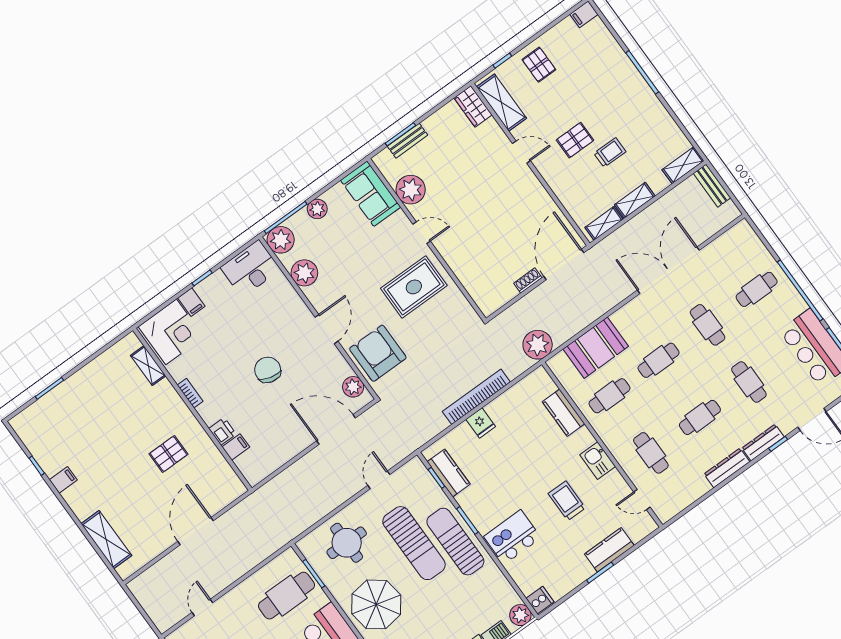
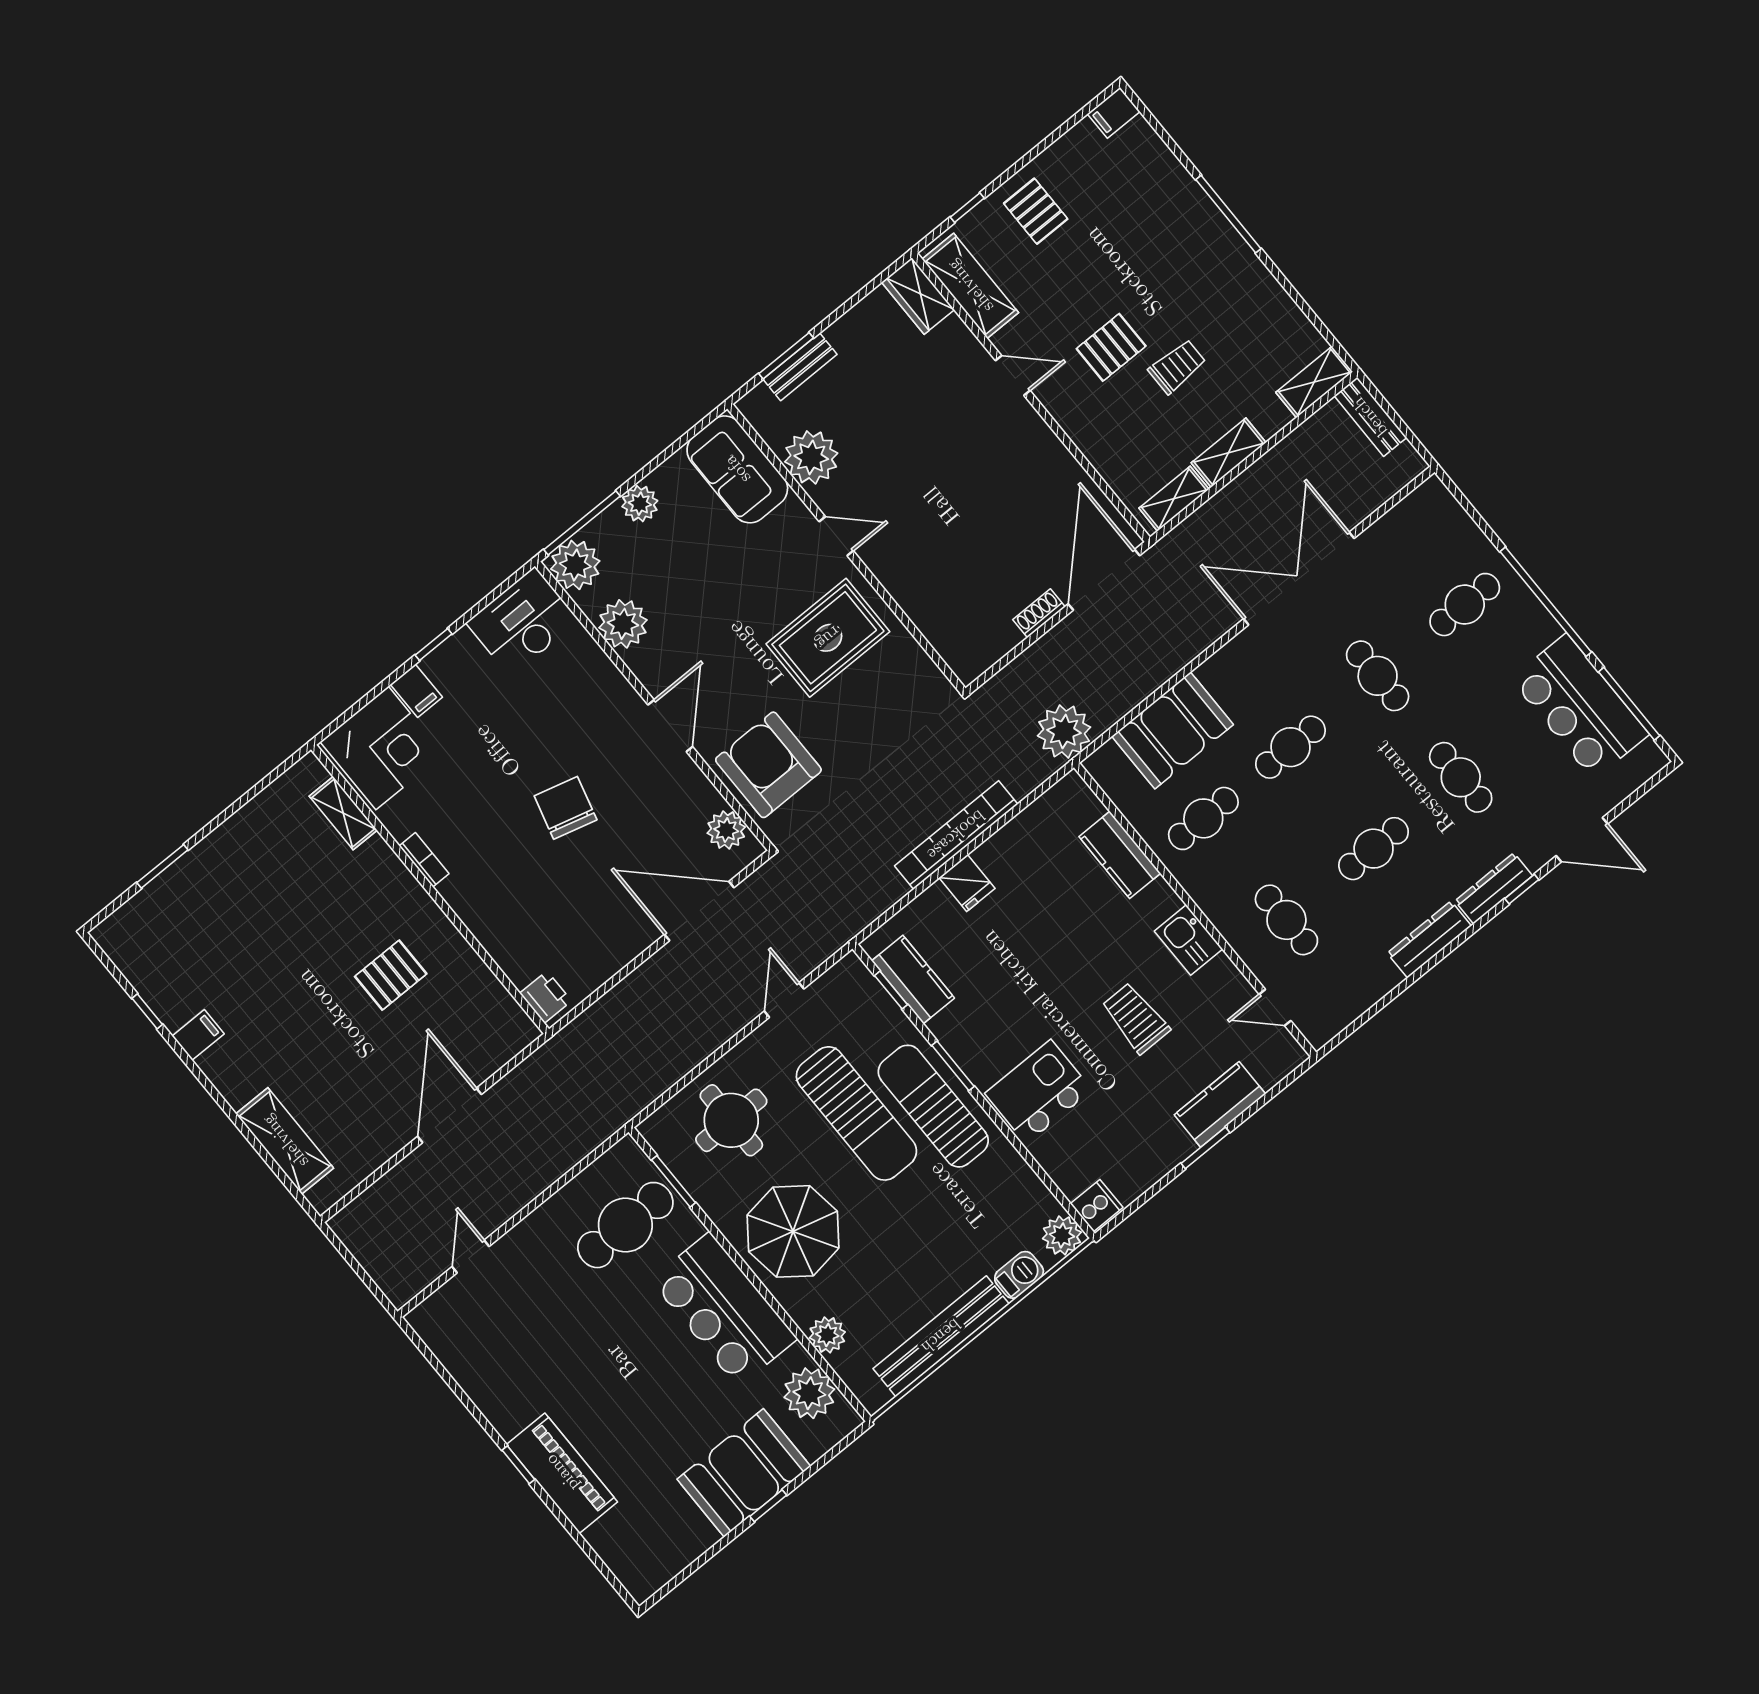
printer: (223, 431) -> (546, 997), moved
filing cabinet: (236, 447) -> (515, 955), removed

